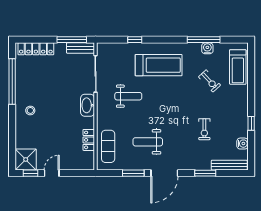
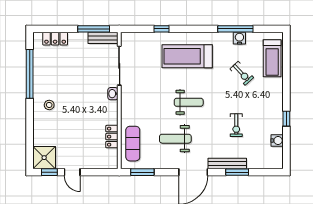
locker: (36, 49) -> (55, 39), width x0.66
treadmill: (159, 65) -> (187, 56), turned 180
weight bench: (128, 96) -> (189, 102), moved
washbasin: (88, 105) -> (113, 94), width x0.52, depth x0.69
bench: (229, 165) -> (227, 164), moved
door: (52, 173) -> (72, 172), swing flipped
window: (133, 173) -> (142, 172), moved

